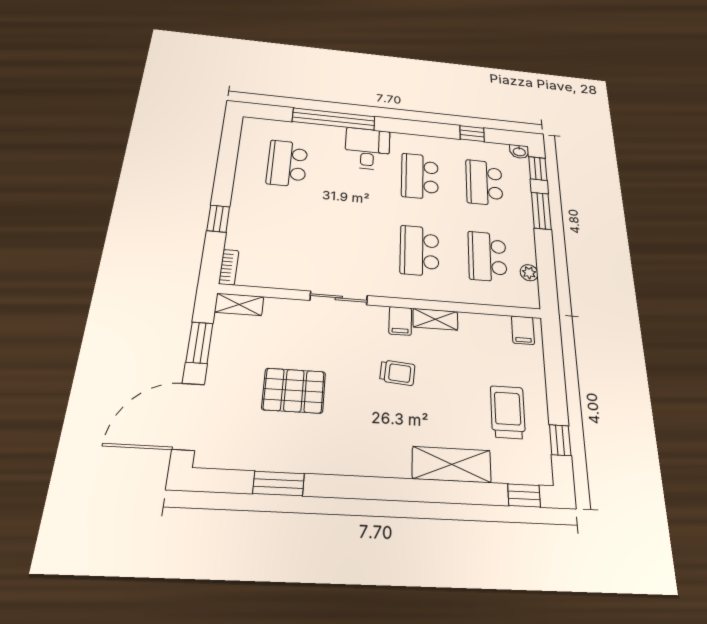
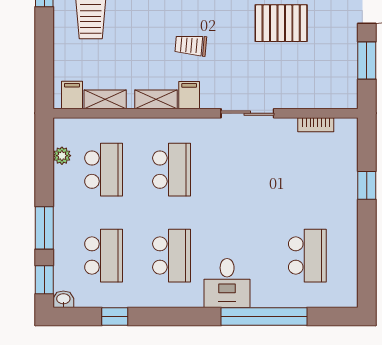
bookcase: (229, 267) -> (316, 125), moved, turned -90
shelving: (239, 304) -> (105, 99), moved

